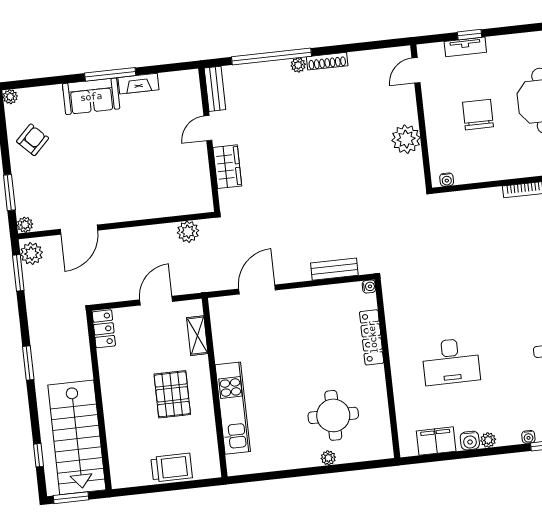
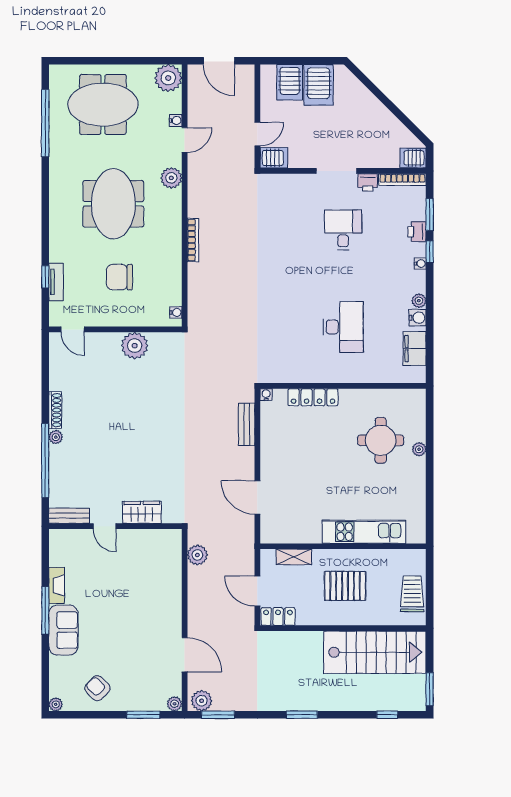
locker: (104, 329) -> (278, 617), moved
wall: (99, 400) -> (343, 628), moved
stairs: (77, 437) -> (375, 652), moved

